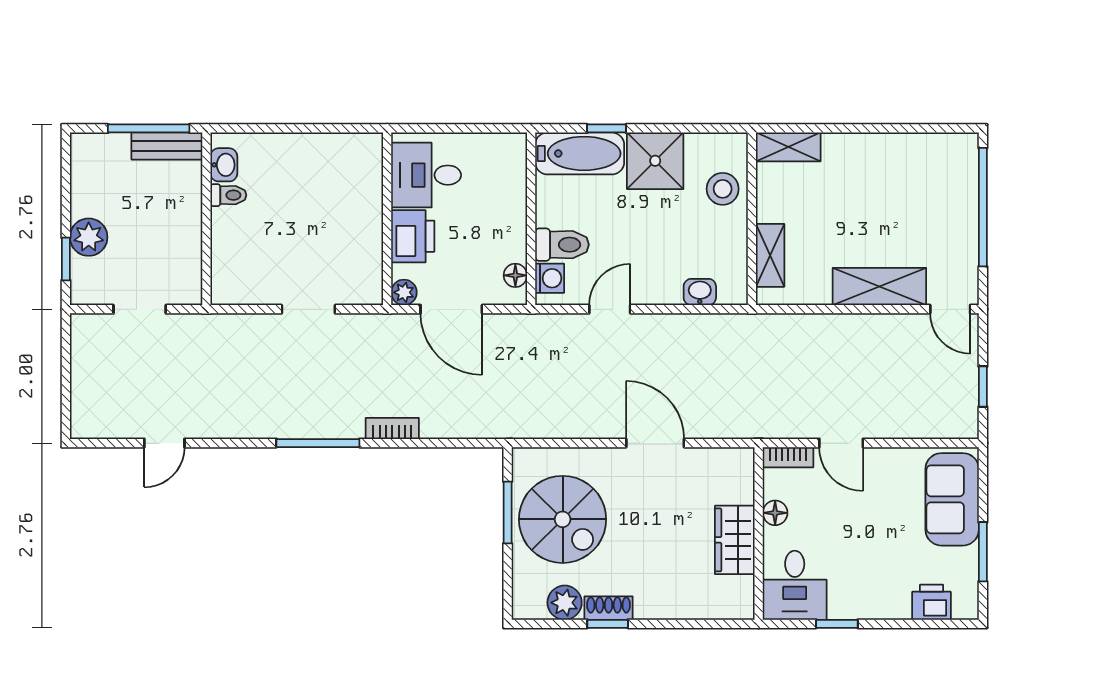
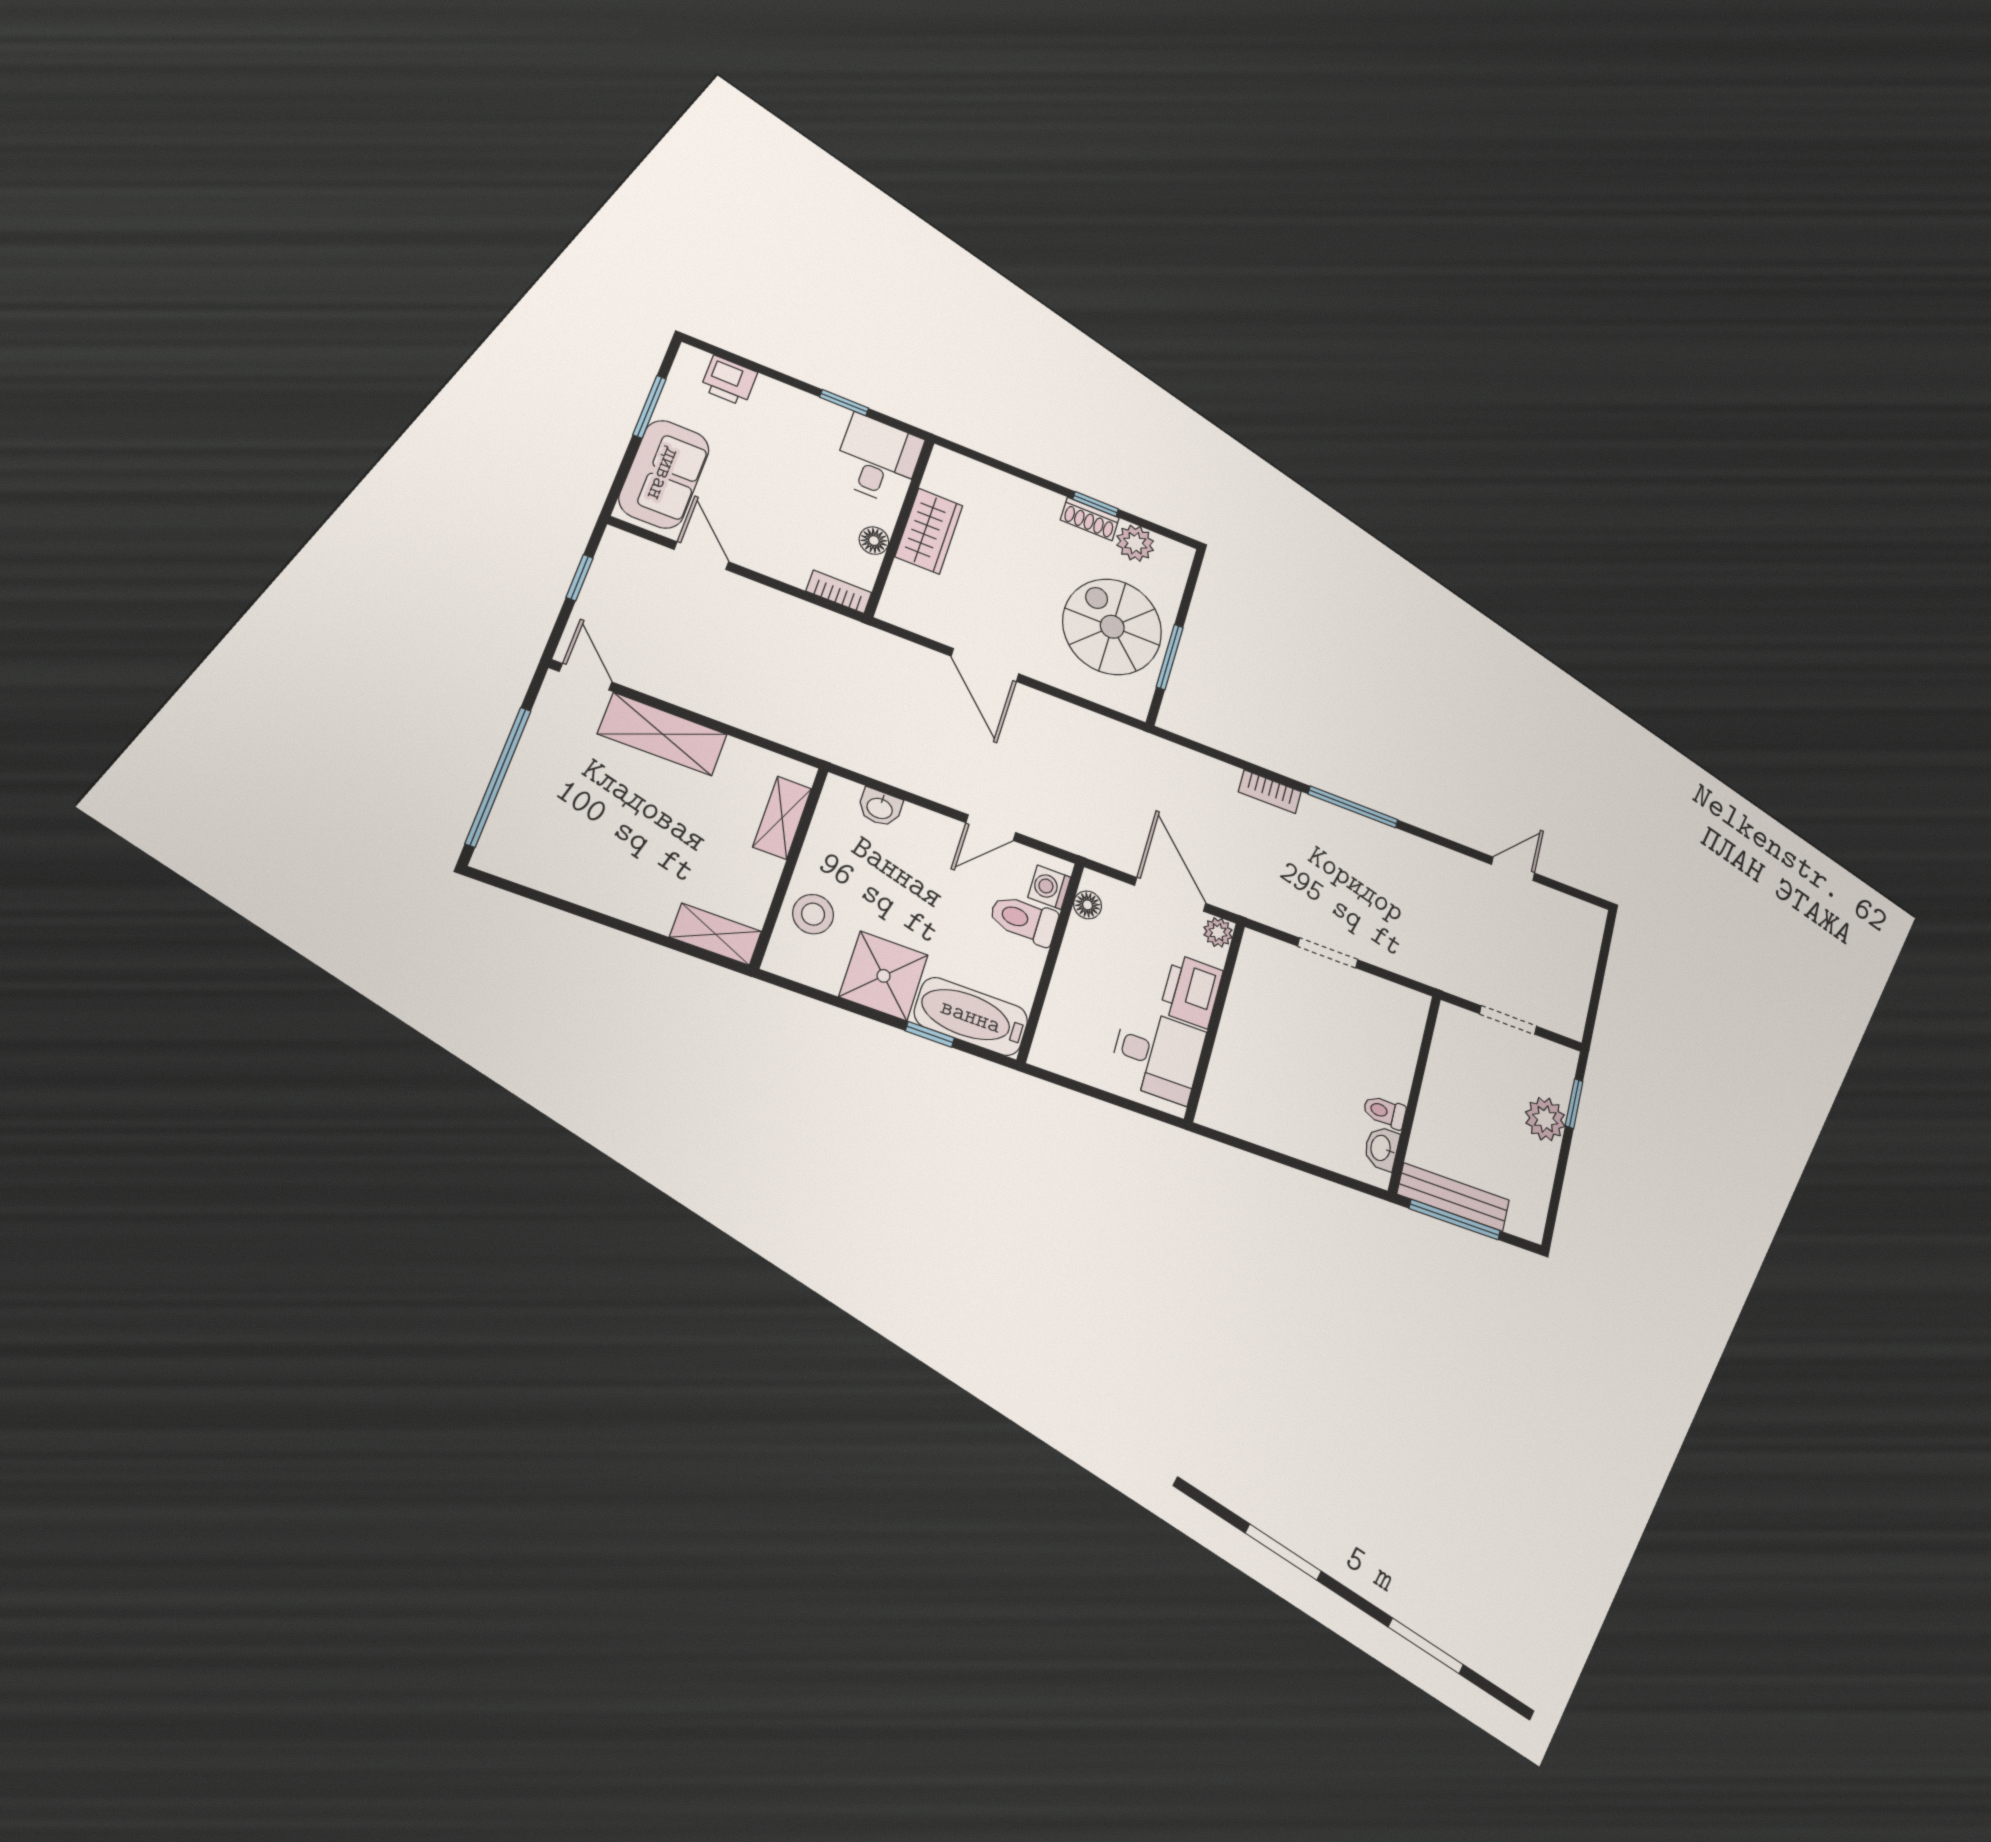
bench: (167, 146) -> (1453, 1197), width x1.36
door: (841, 443) -> (701, 556), moved

